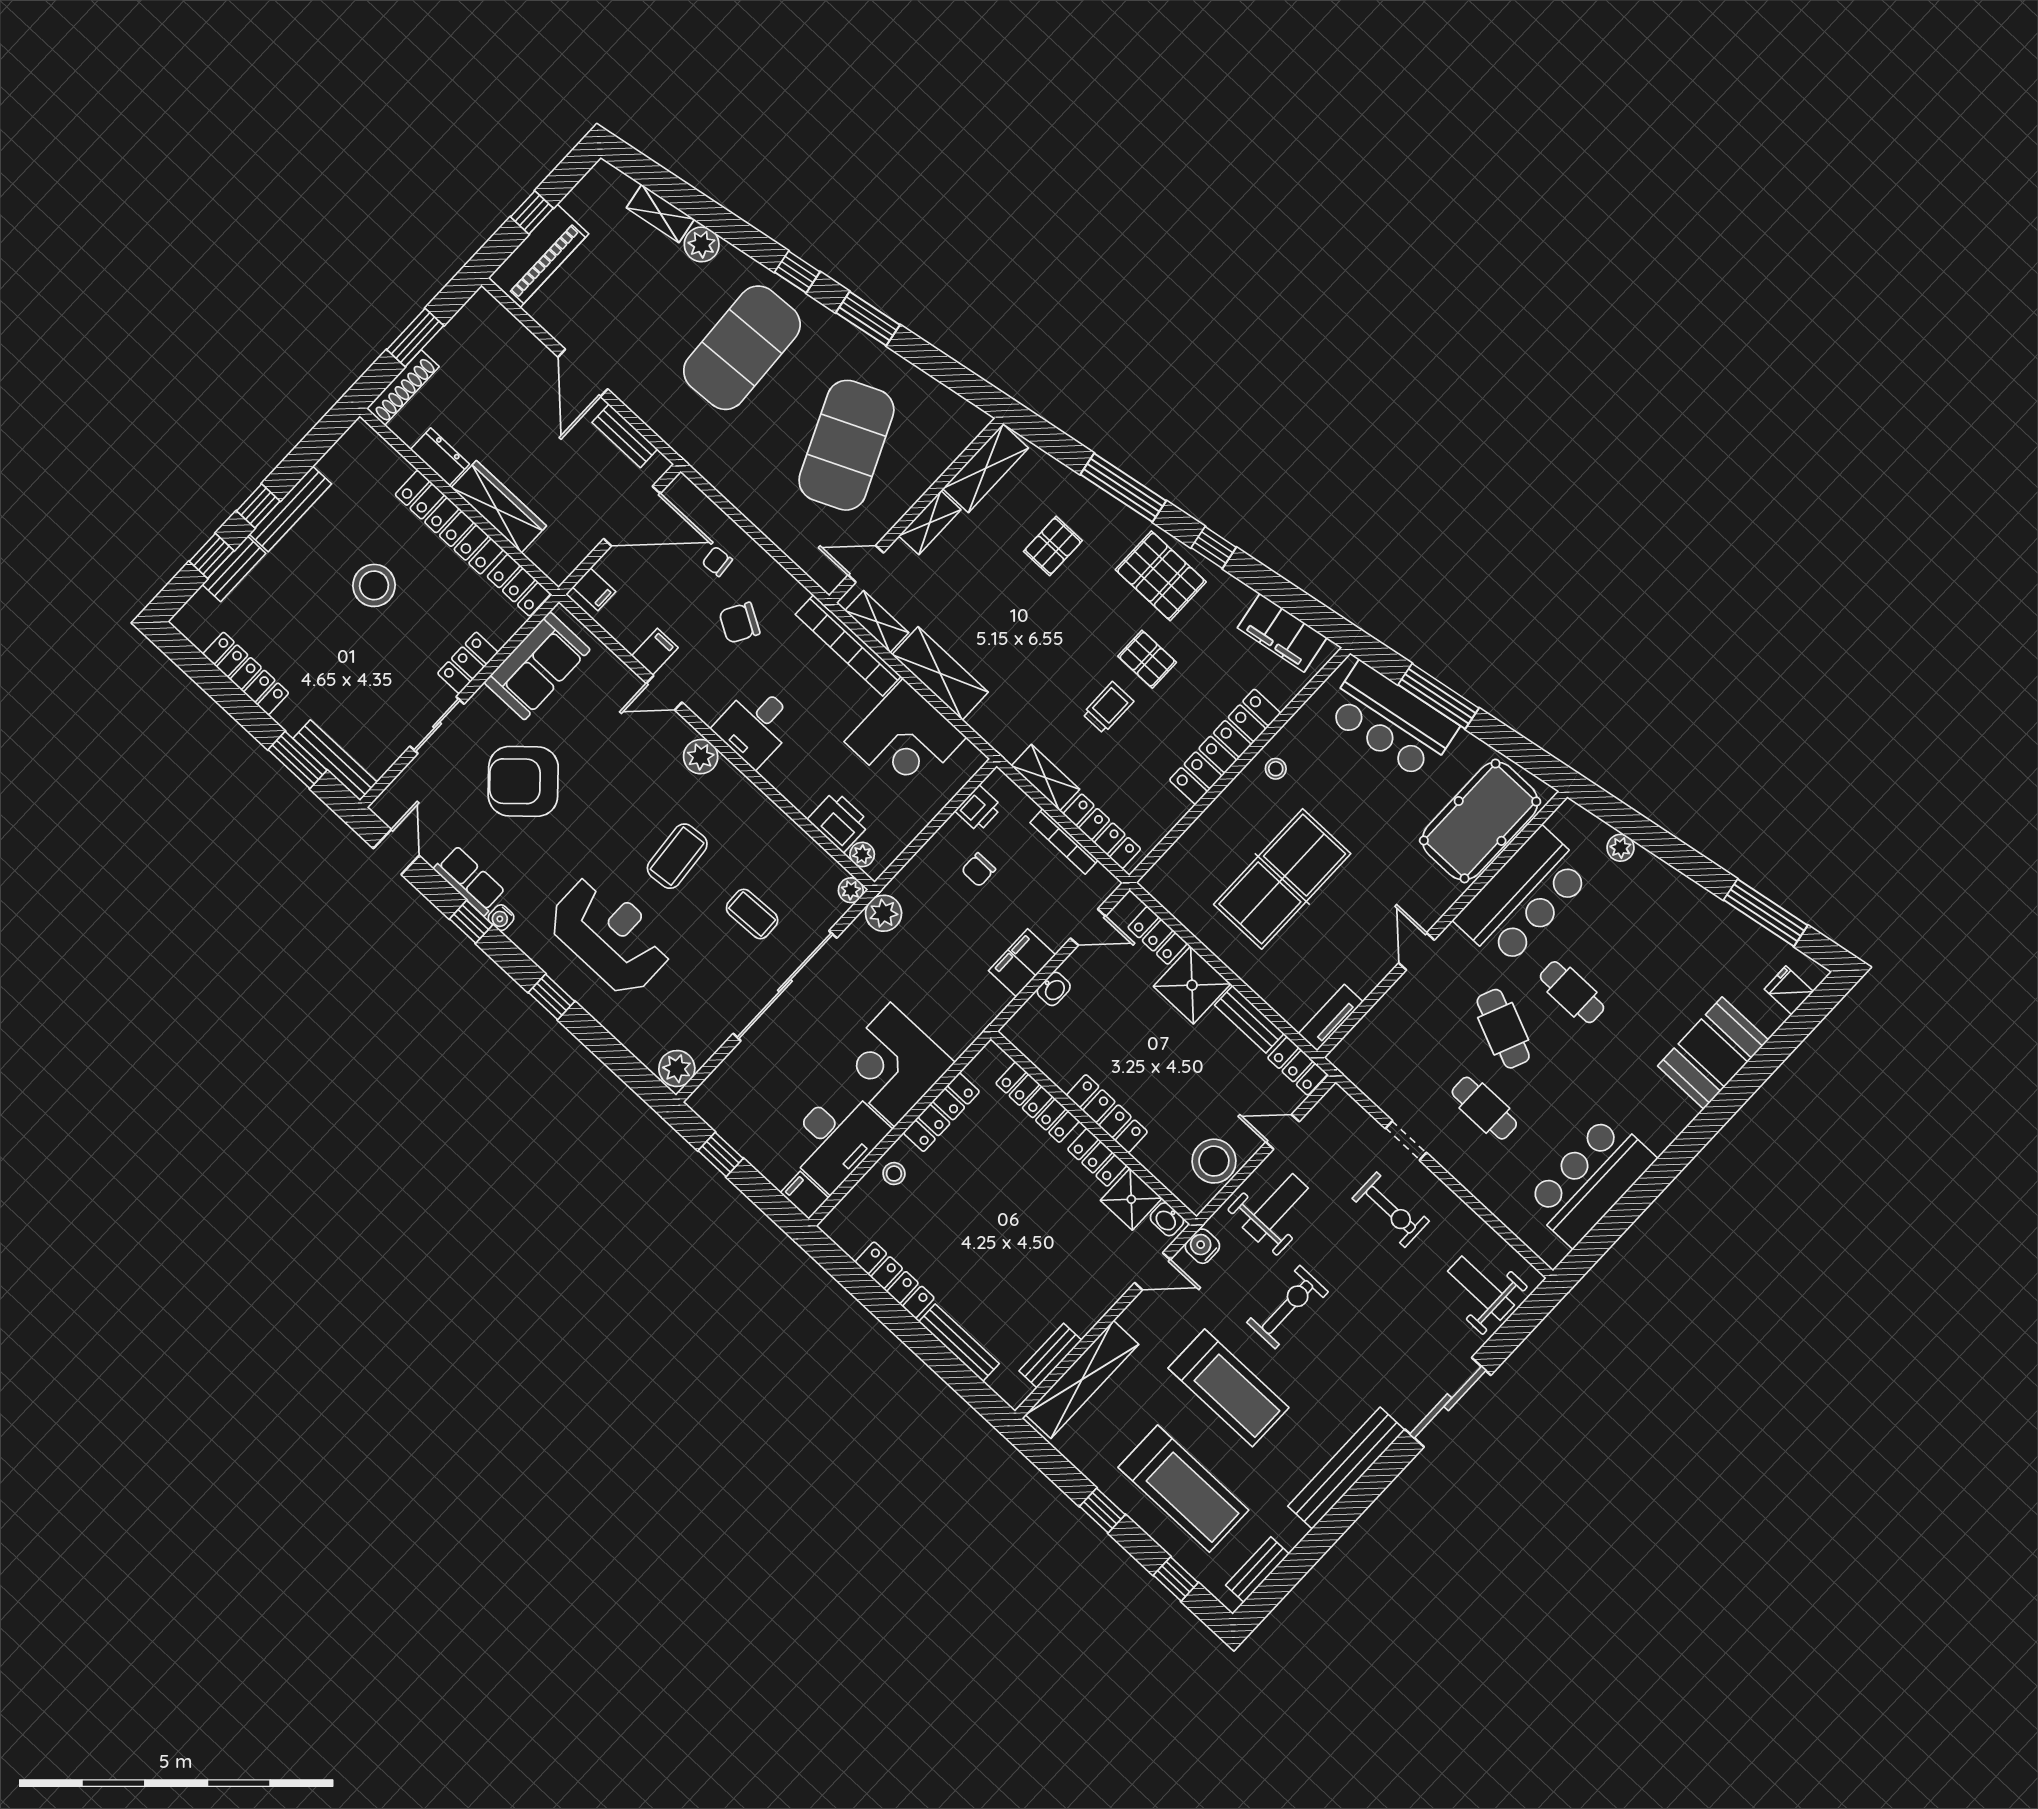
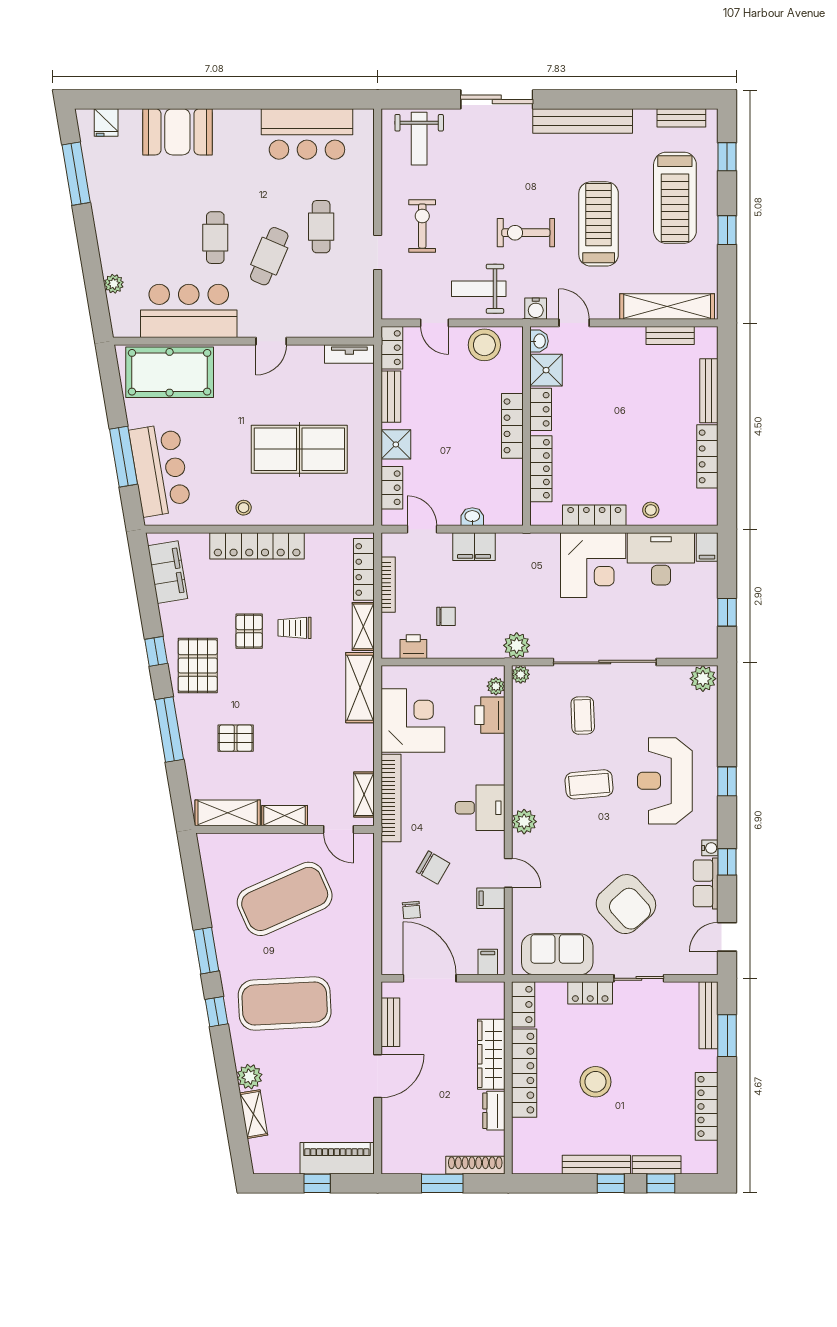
shelving: (940, 673) -> (360, 688), moved
shower: (1192, 985) -> (396, 444), width x0.73, depth x0.73
treadmill: (1183, 1489) -> (675, 198), turned 180

